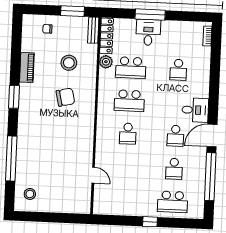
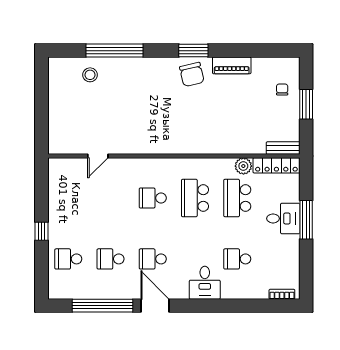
window: (73, 11) -> (306, 104), moved
stool: (69, 63) -> (240, 119), removed
chair: (65, 97) -> (192, 74), moved
desk: (195, 110) -> (205, 283), moved
stool: (30, 194) -> (90, 75), moved
school desk: (173, 202) -> (68, 259), width x0.54

